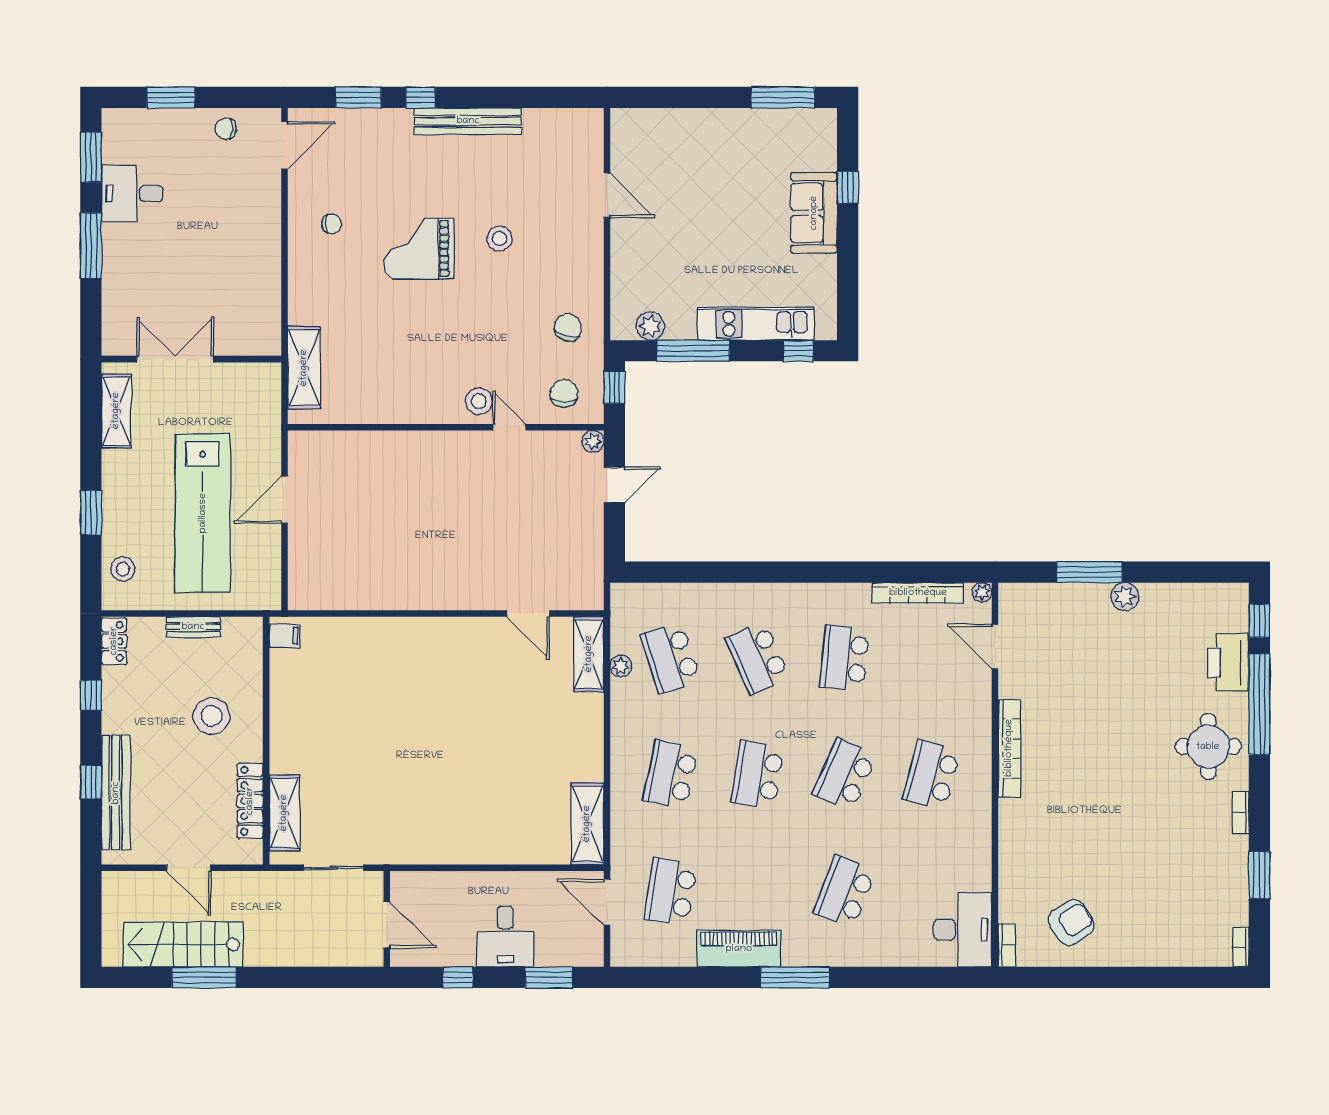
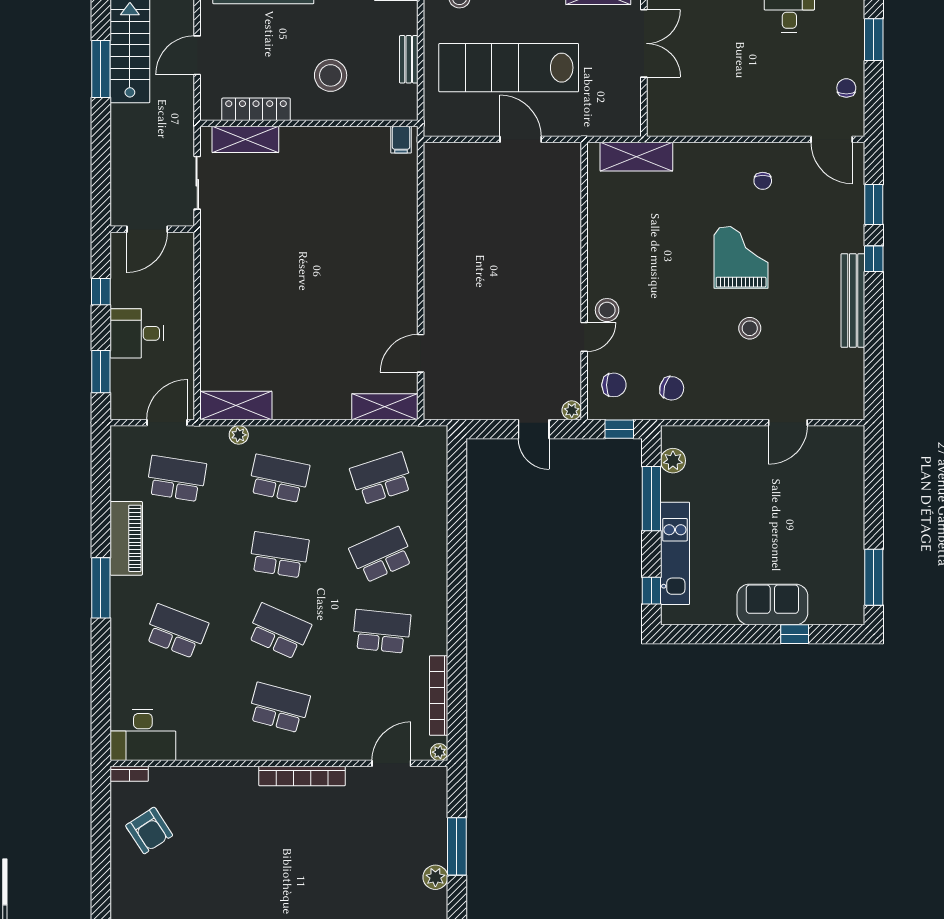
plant: (621, 666) -> (239, 435), moved

